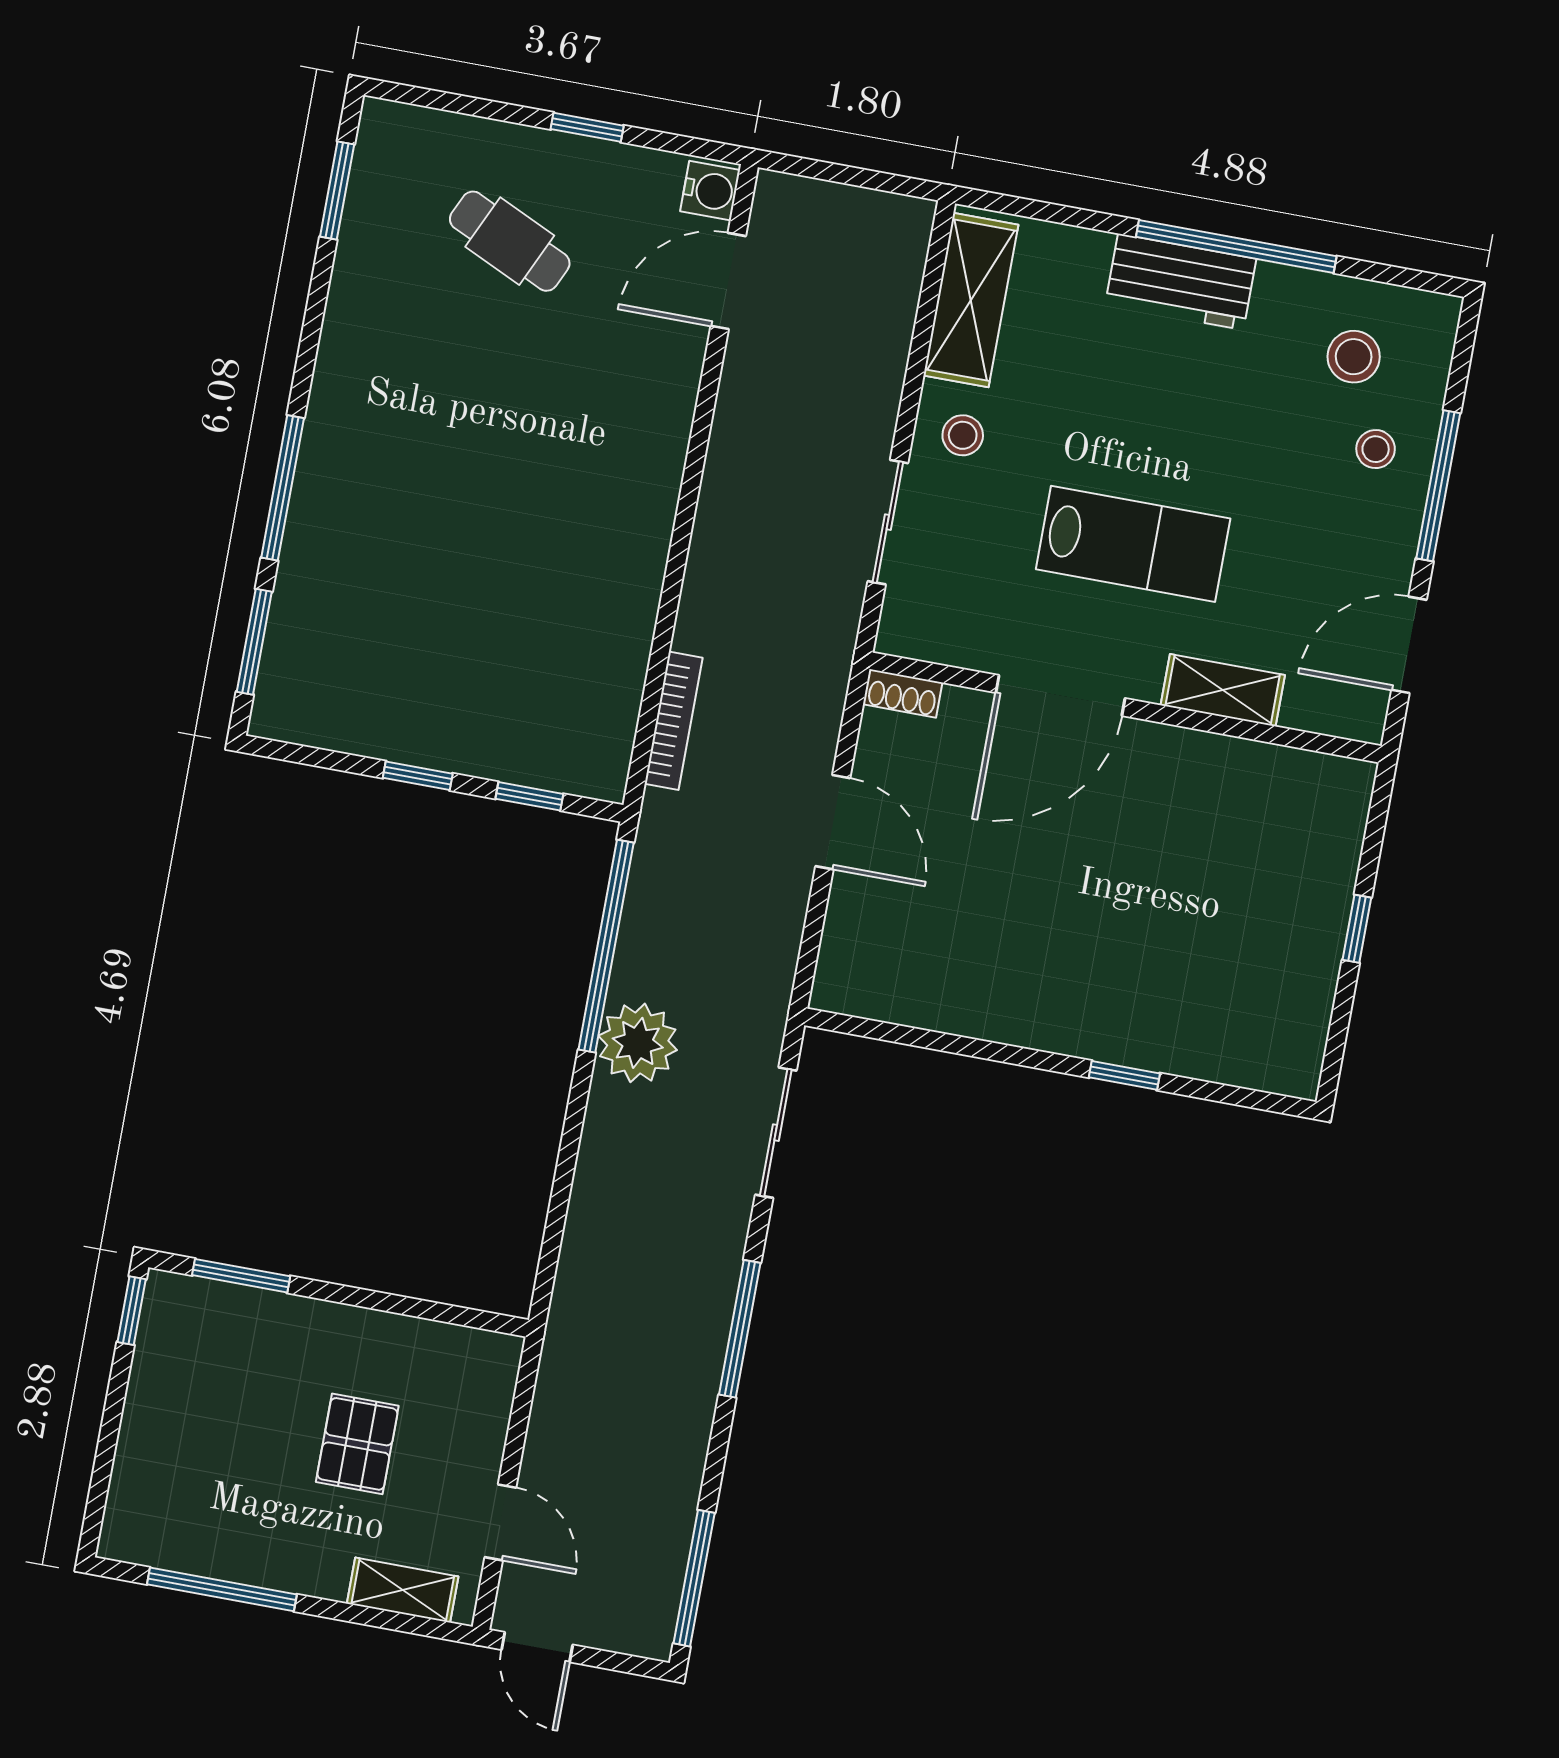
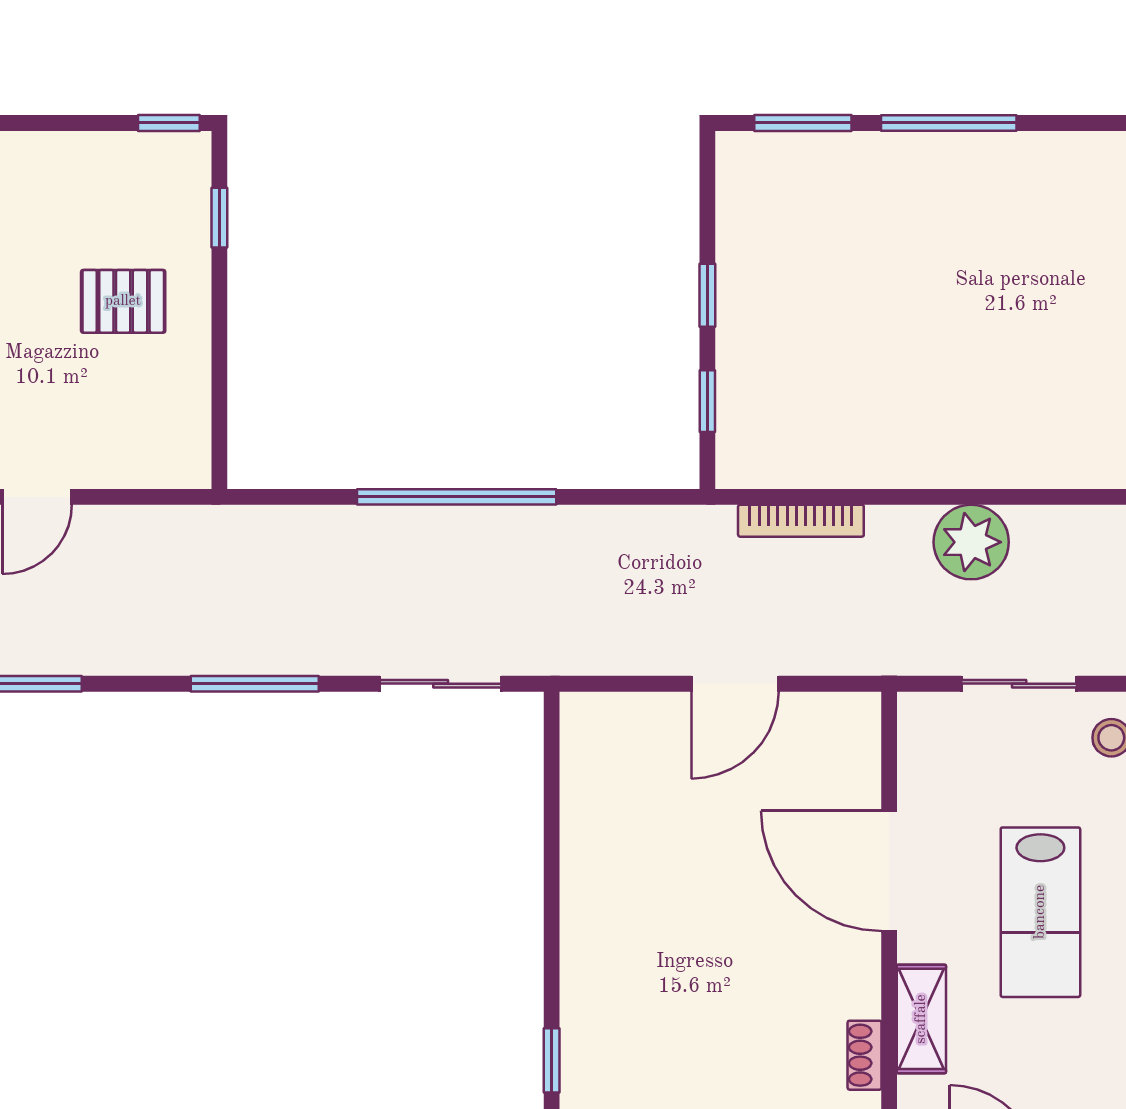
shoe rack: (903, 693) -> (865, 1055), moved
window: (606, 946) -> (457, 497), moved
plant: (638, 1043) -> (971, 542), moved
window: (1124, 1075) -> (552, 1060), moved
window: (241, 1276) -> (219, 218), width x0.67
pallet: (357, 1444) -> (123, 301), moved

